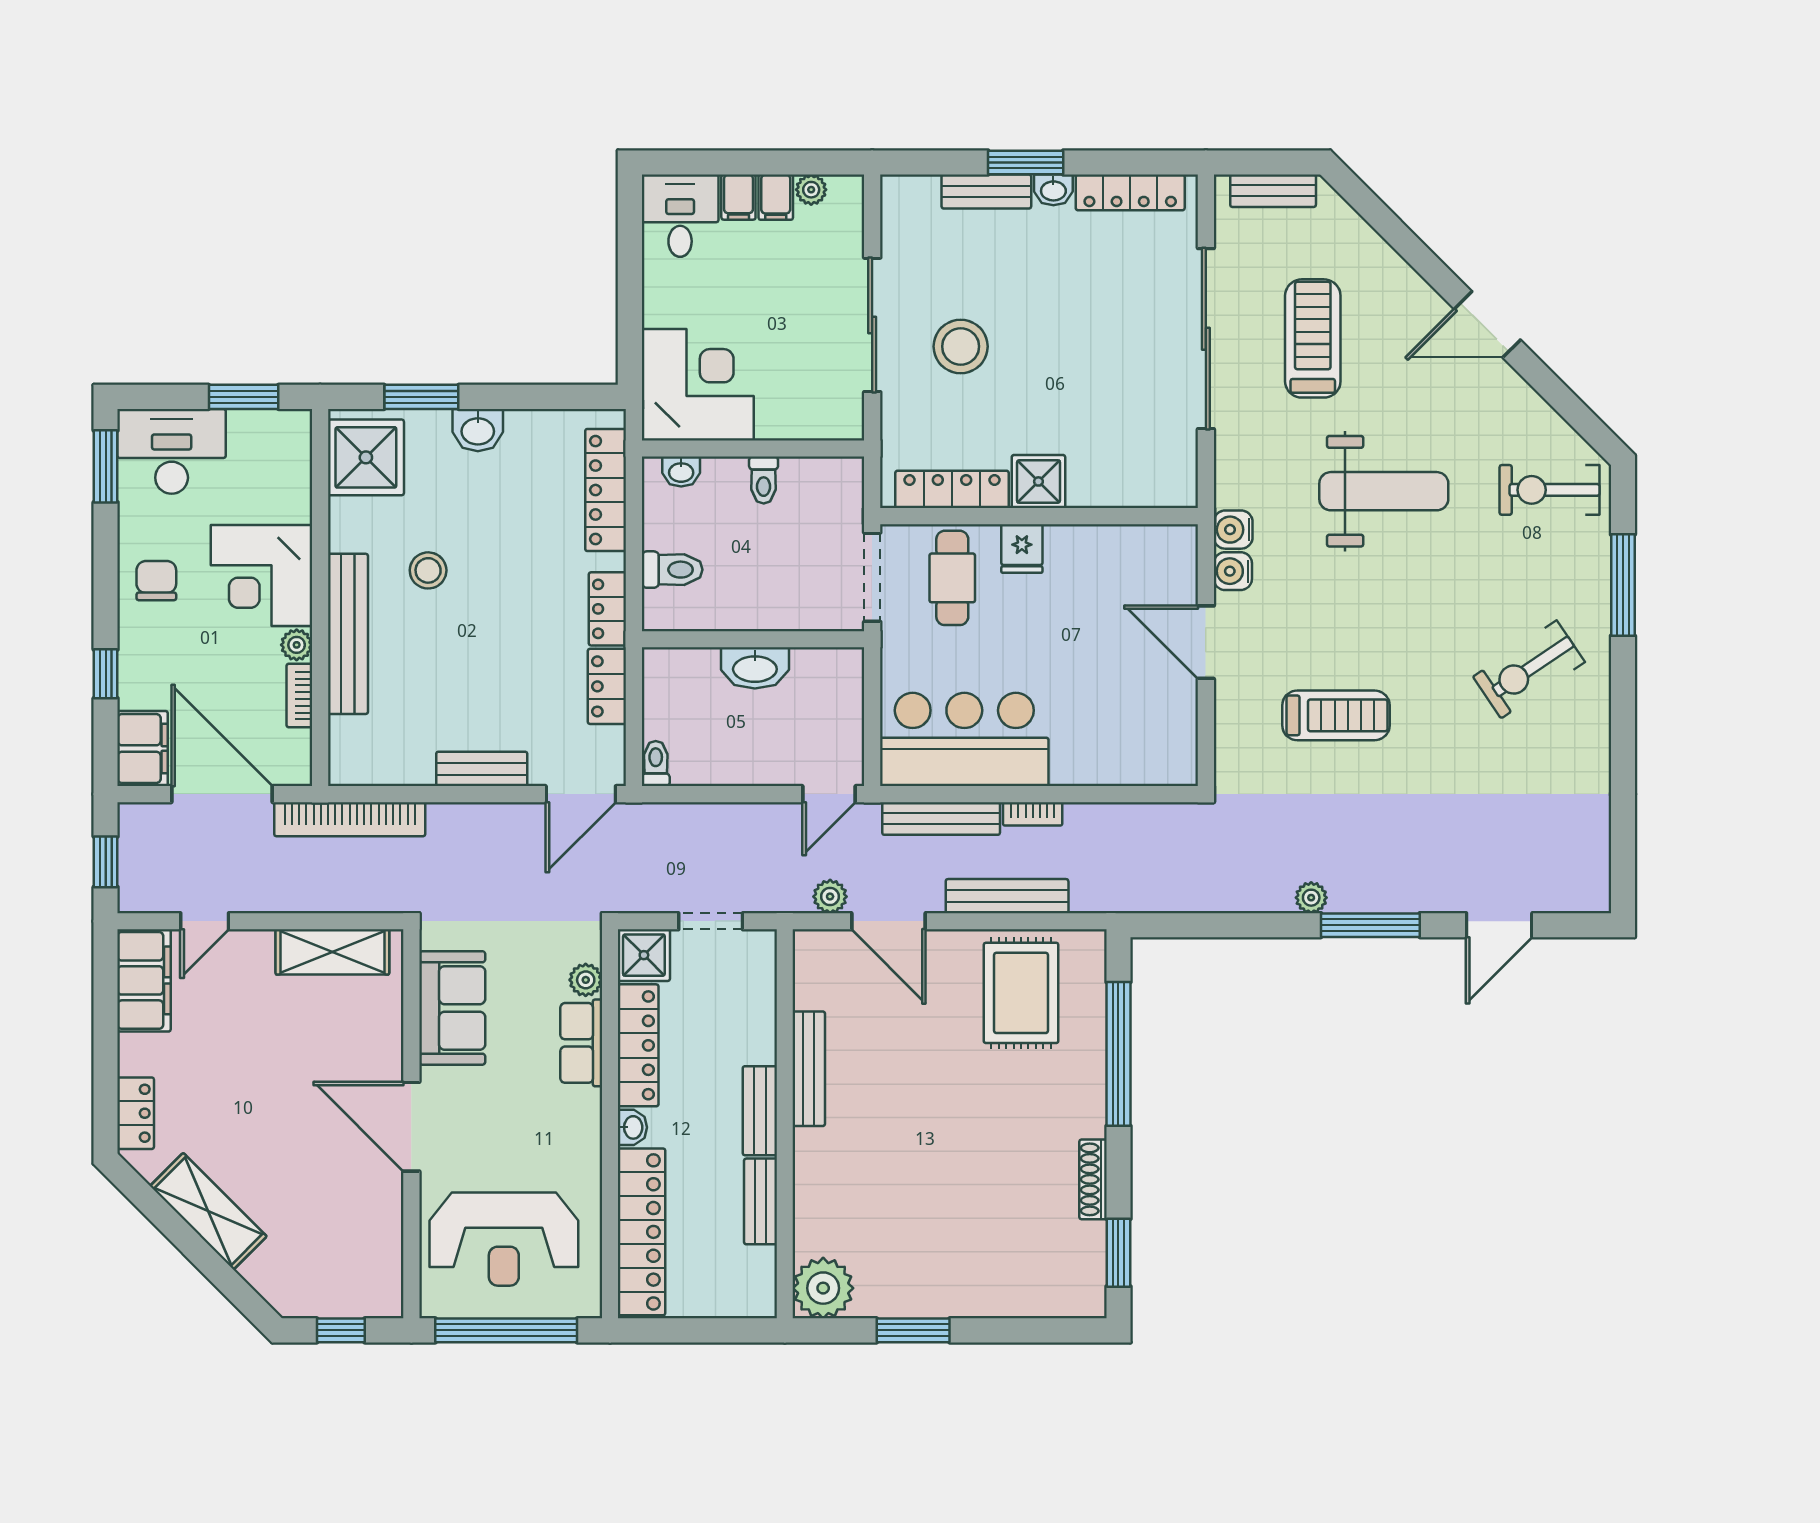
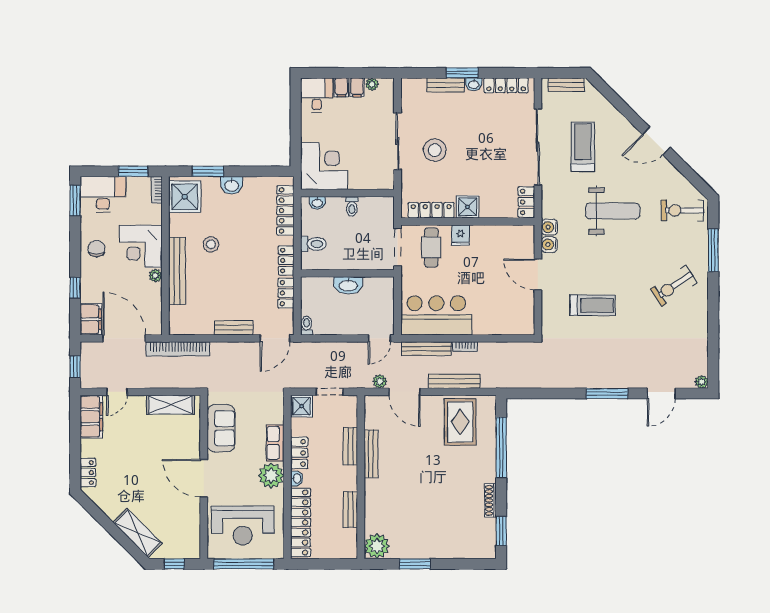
locker: (1178, 470) -> (526, 202), added
bookcase: (299, 696) -> (157, 190), moved
plant: (1311, 898) -> (702, 382), moved
plant: (586, 980) -> (271, 476), moved, width x1.88, depth x1.88
locker: (638, 1045) -> (299, 453), width x0.66
bench: (760, 1111) -> (350, 446), moved
shelving: (208, 1211) -> (137, 533), moved

